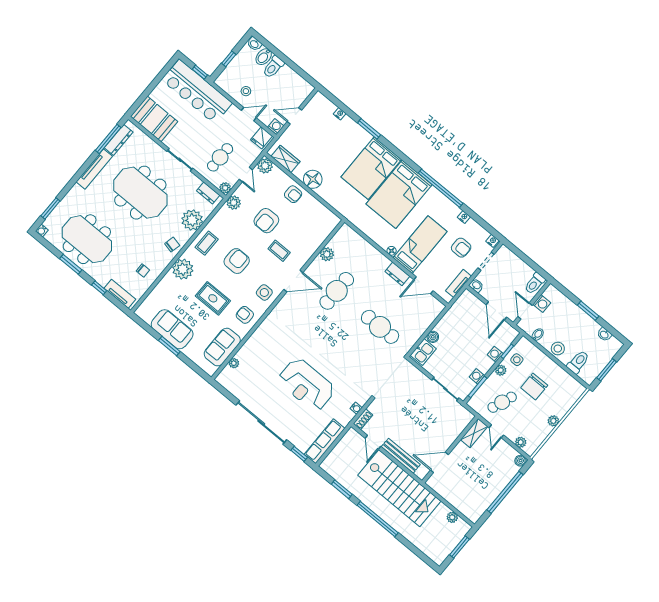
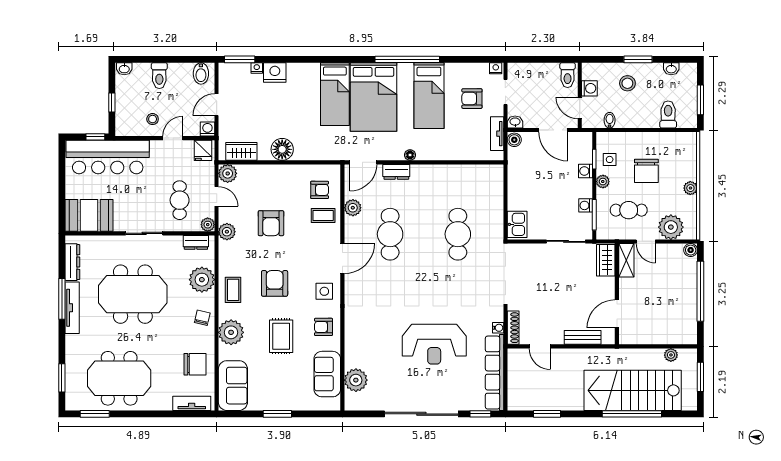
bidet: (264, 57) -> (201, 73), moved
window: (369, 129) -> (240, 59), moved
window: (108, 139) -> (62, 299), moved
bed: (371, 168) -> (335, 94), width x0.67
armchair: (293, 194) -> (320, 190), moved
nightstand: (464, 217) -> (275, 73), moved, width x1.89, depth x1.79
water cooler: (42, 231) -> (71, 405), removed
bed: (420, 245) -> (429, 96), moved, turned 180
armchair: (461, 248) -> (472, 99), turned 180
coffee table: (279, 251) -> (323, 216), moved
window: (71, 264) -> (95, 414), moved
chair: (143, 270) -> (195, 364), width x1.87, depth x1.87
dresser: (397, 274) -> (396, 172), moved
door: (423, 285) -> (363, 162), moved
window: (99, 288) -> (168, 414), removed
rug: (213, 298) -> (281, 336), turned 90
cafe table: (380, 327) -> (458, 234), turned 90
sofa: (172, 329) -> (233, 386), moved, turned 90
boiler: (433, 337) -> (514, 140), moved
stool: (558, 349) -> (627, 83), moved
plant: (234, 363) -> (356, 380), width x1.88, depth x1.88
cafe table: (502, 402) -> (629, 210), turned 69
shoe rack: (363, 419) -> (513, 328), width x1.43
wardrobe: (461, 422) -> (606, 260), added
row of seats: (325, 441) -> (495, 373), width x1.36
plant: (521, 442) -> (671, 227), width x1.88, depth x1.88
bench: (401, 456) -> (583, 337), width x0.73
stairs: (399, 488) -> (633, 390), moved, turned 180
window: (378, 519) -> (632, 414), moved

